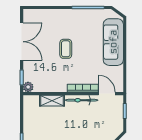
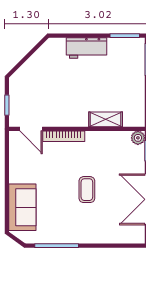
sofa: (113, 42) -> (22, 207), width x0.73
bicycle: (82, 100) -> (65, 120), removed

